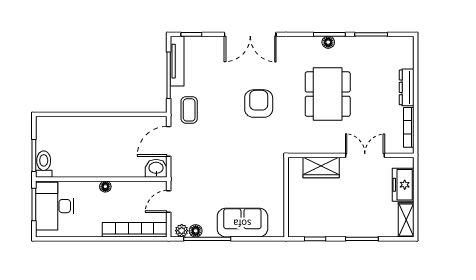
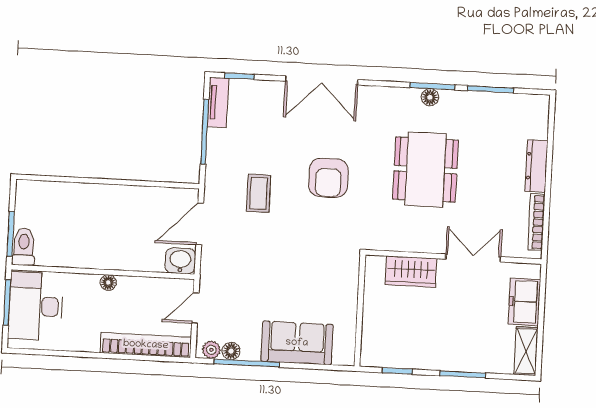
tv unit: (177, 61) -> (218, 102), width x0.71
armchair: (259, 104) -> (328, 178), turned 180
coffee table: (189, 110) -> (259, 193), moved

